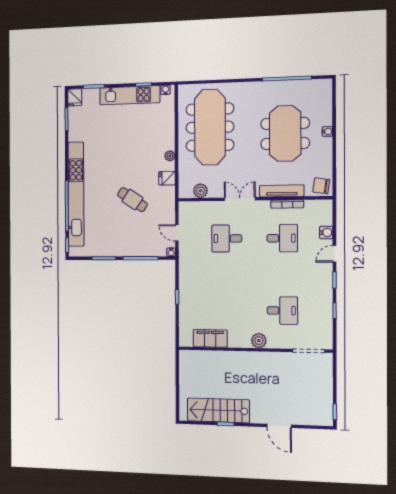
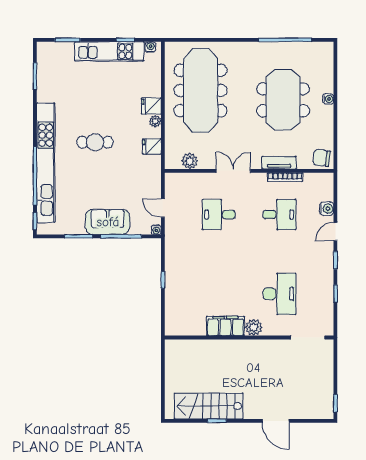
fridge: (75, 97) -> (151, 106), moved, turned 90
tv unit: (282, 191) -> (279, 163), width x0.71
cafe table: (132, 200) -> (95, 142), moved, turned -34
sofa: (129, 245) -> (108, 222), added
desk: (282, 311) -> (279, 294), width x1.37
filing cabinet: (210, 338) -> (225, 326), moved

